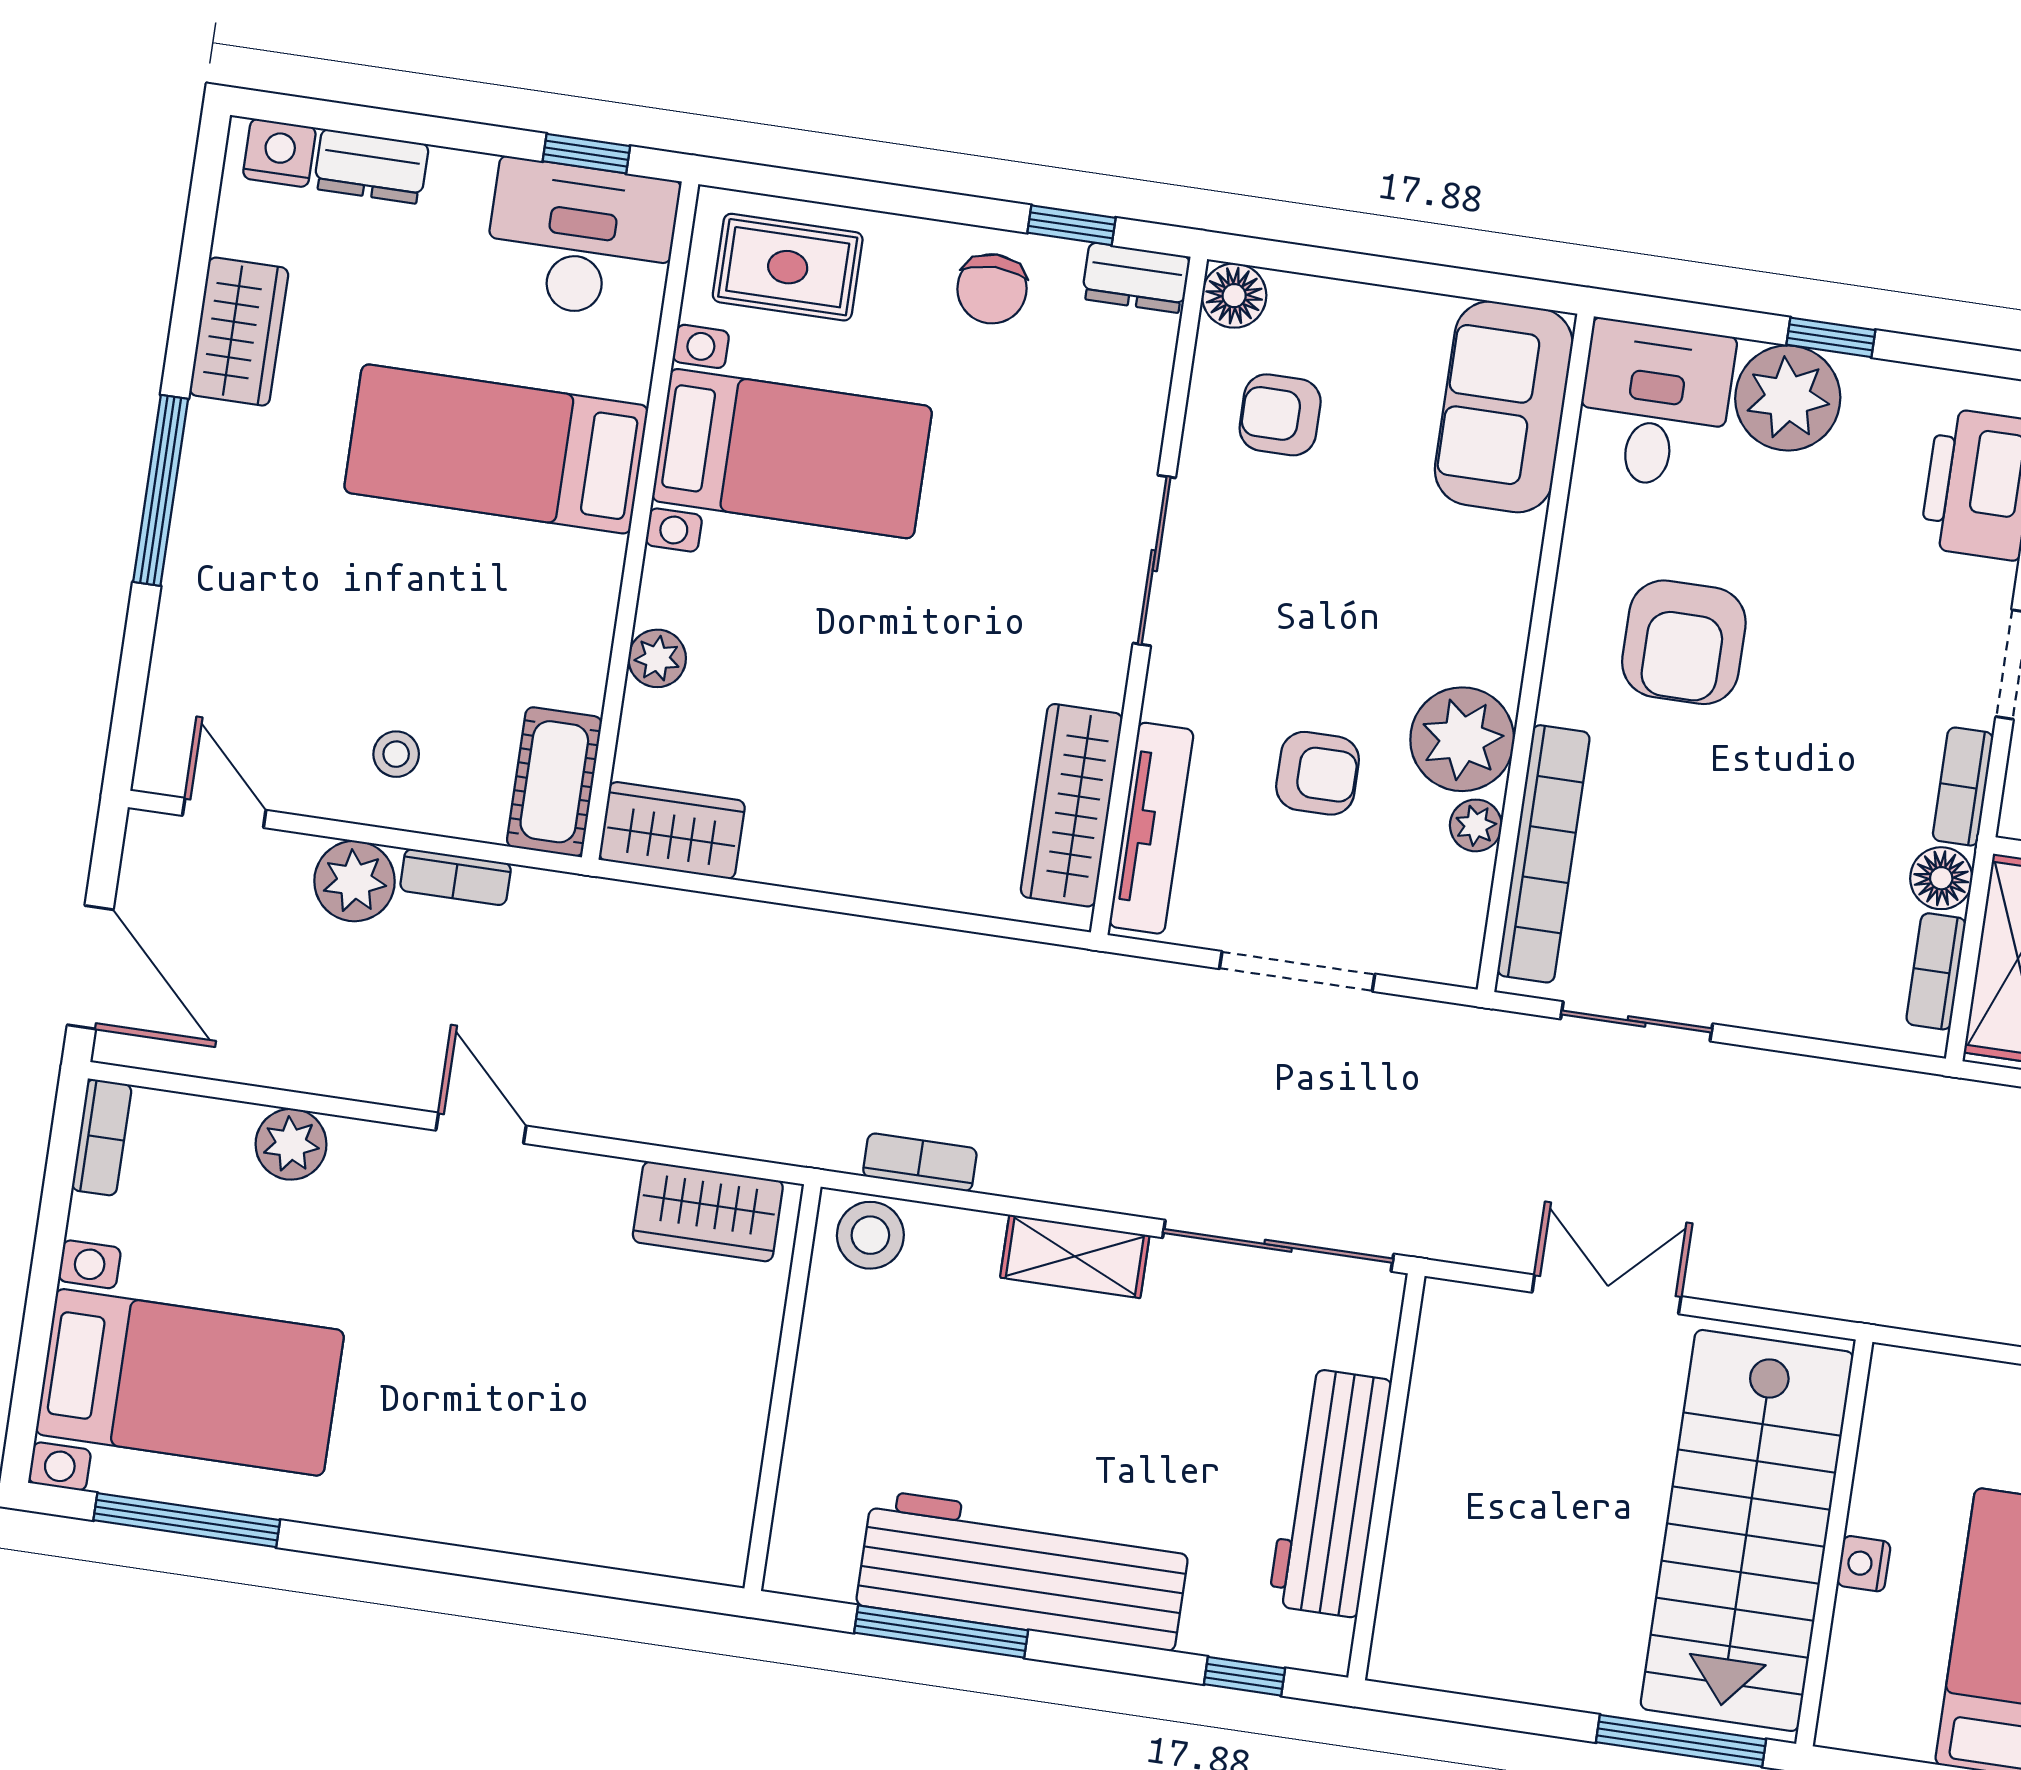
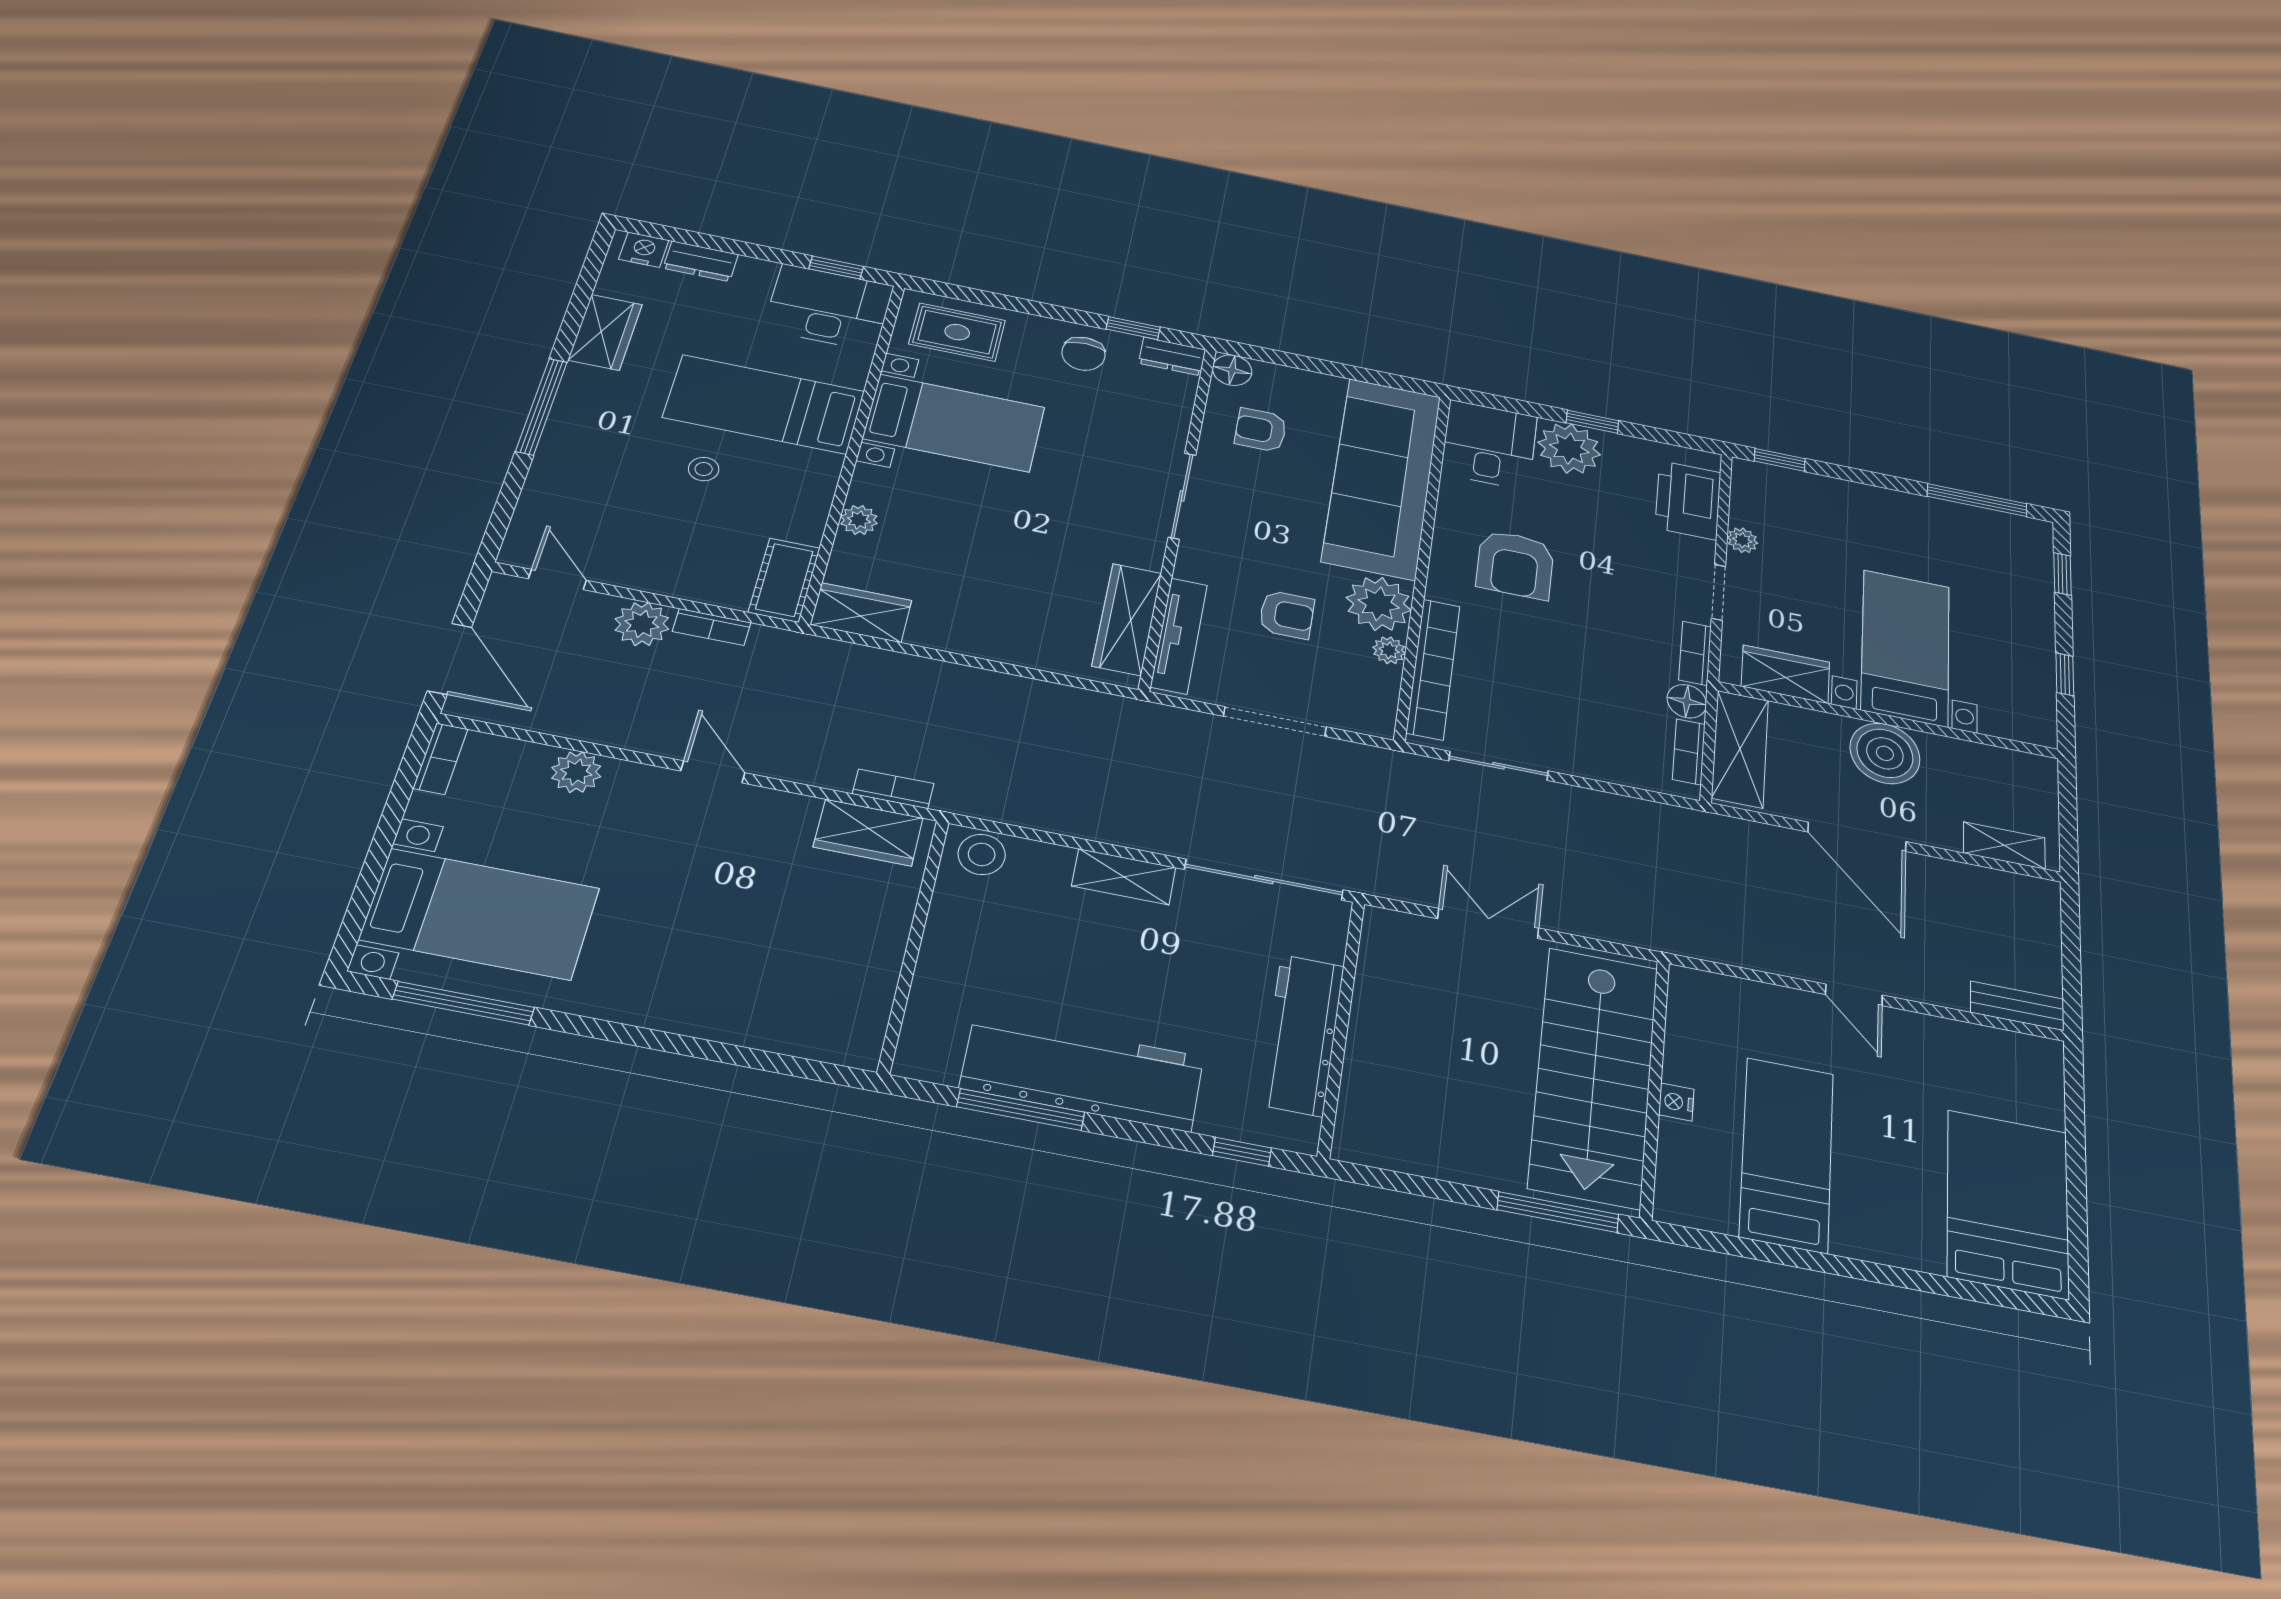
sofa: (1504, 407) -> (1382, 478), width x1.85, depth x1.27
stool: (396, 754) -> (704, 469), moved
bookcase: (920, 1162) -> (893, 789), moved

